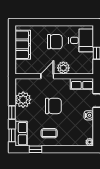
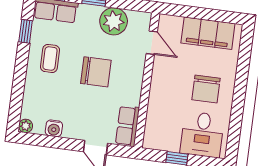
plant: (63, 68) -> (159, 98), removed
door: (47, 76) -> (152, 43), moved
chair: (53, 106) -> (96, 72), turned -90
water cooler: (89, 115) -> (54, 128), moved

